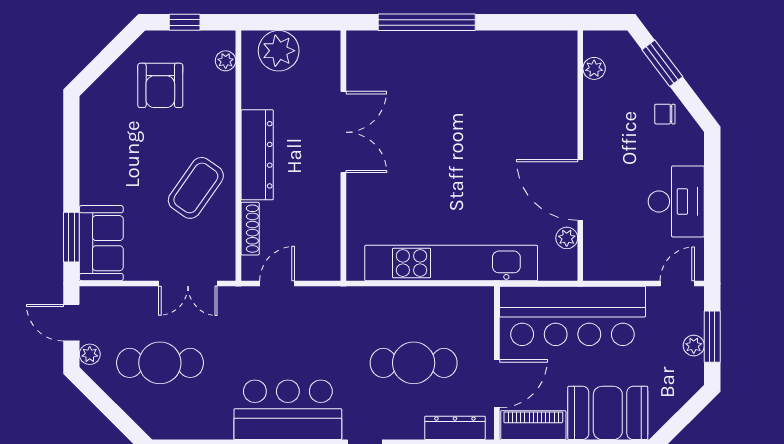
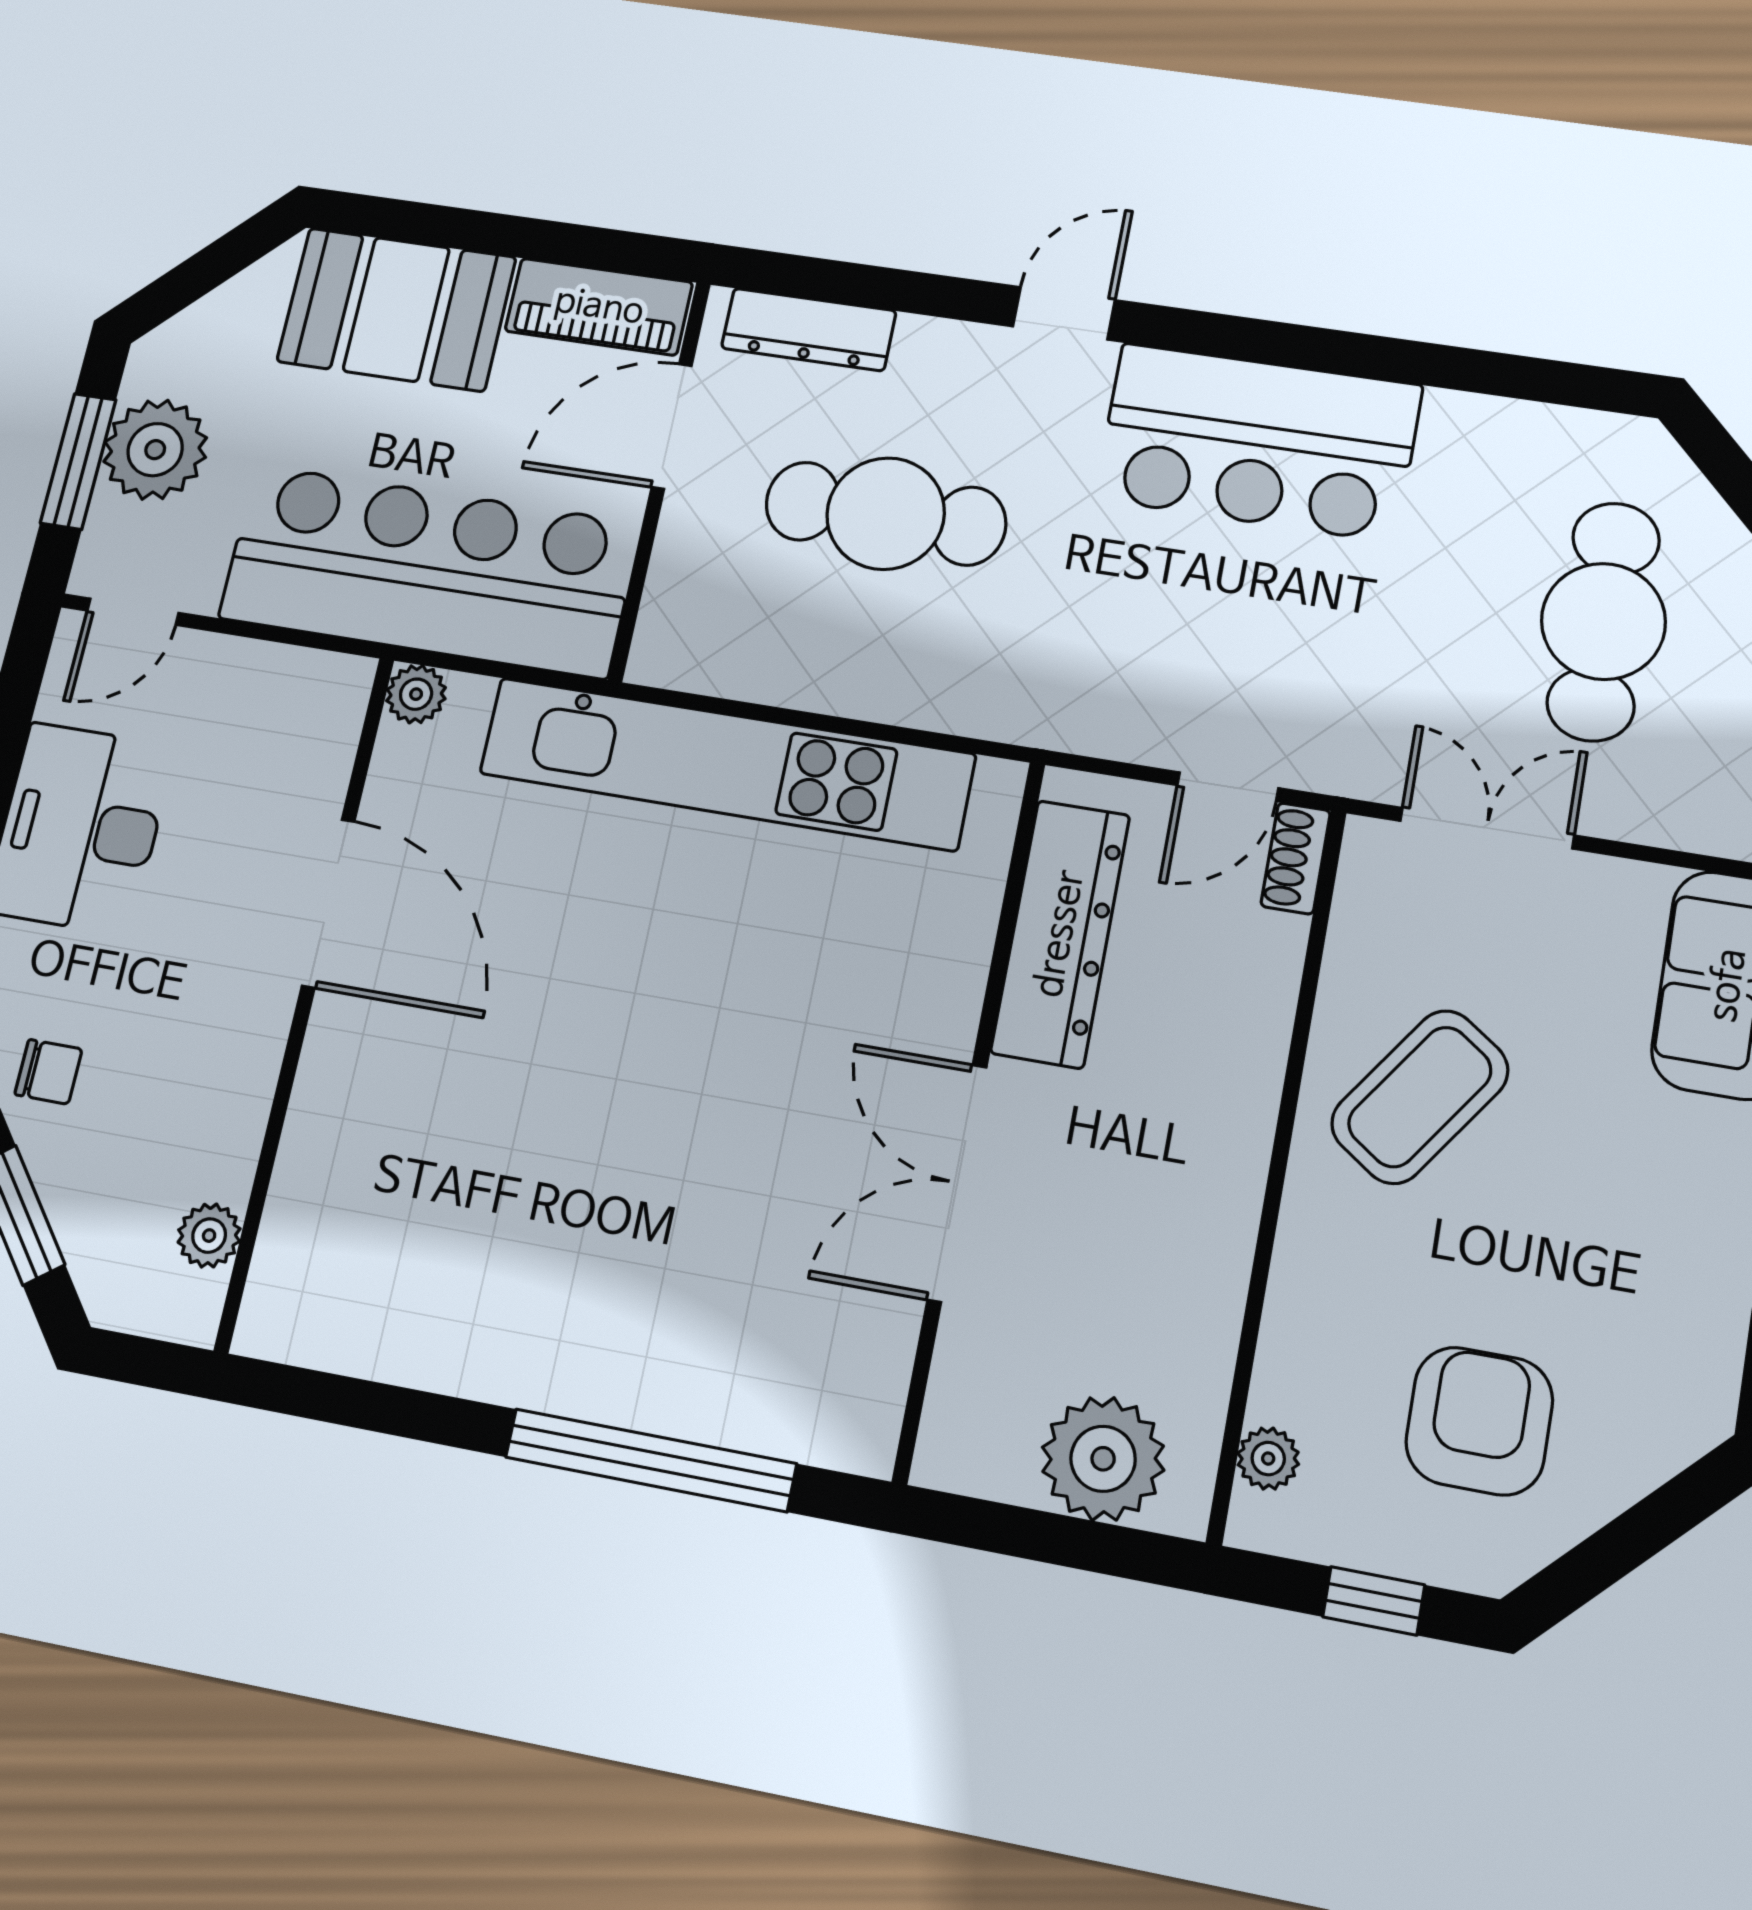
dresser: (257, 155) -> (1060, 934), moved, turned 180
shoe rack: (250, 229) -> (1296, 858), moved, width x0.70
plant: (567, 238) -> (416, 694), moved
plant: (694, 346) -> (155, 450), width x1.88, depth x1.88
cafe table: (160, 363) -> (1603, 621), turned 90

